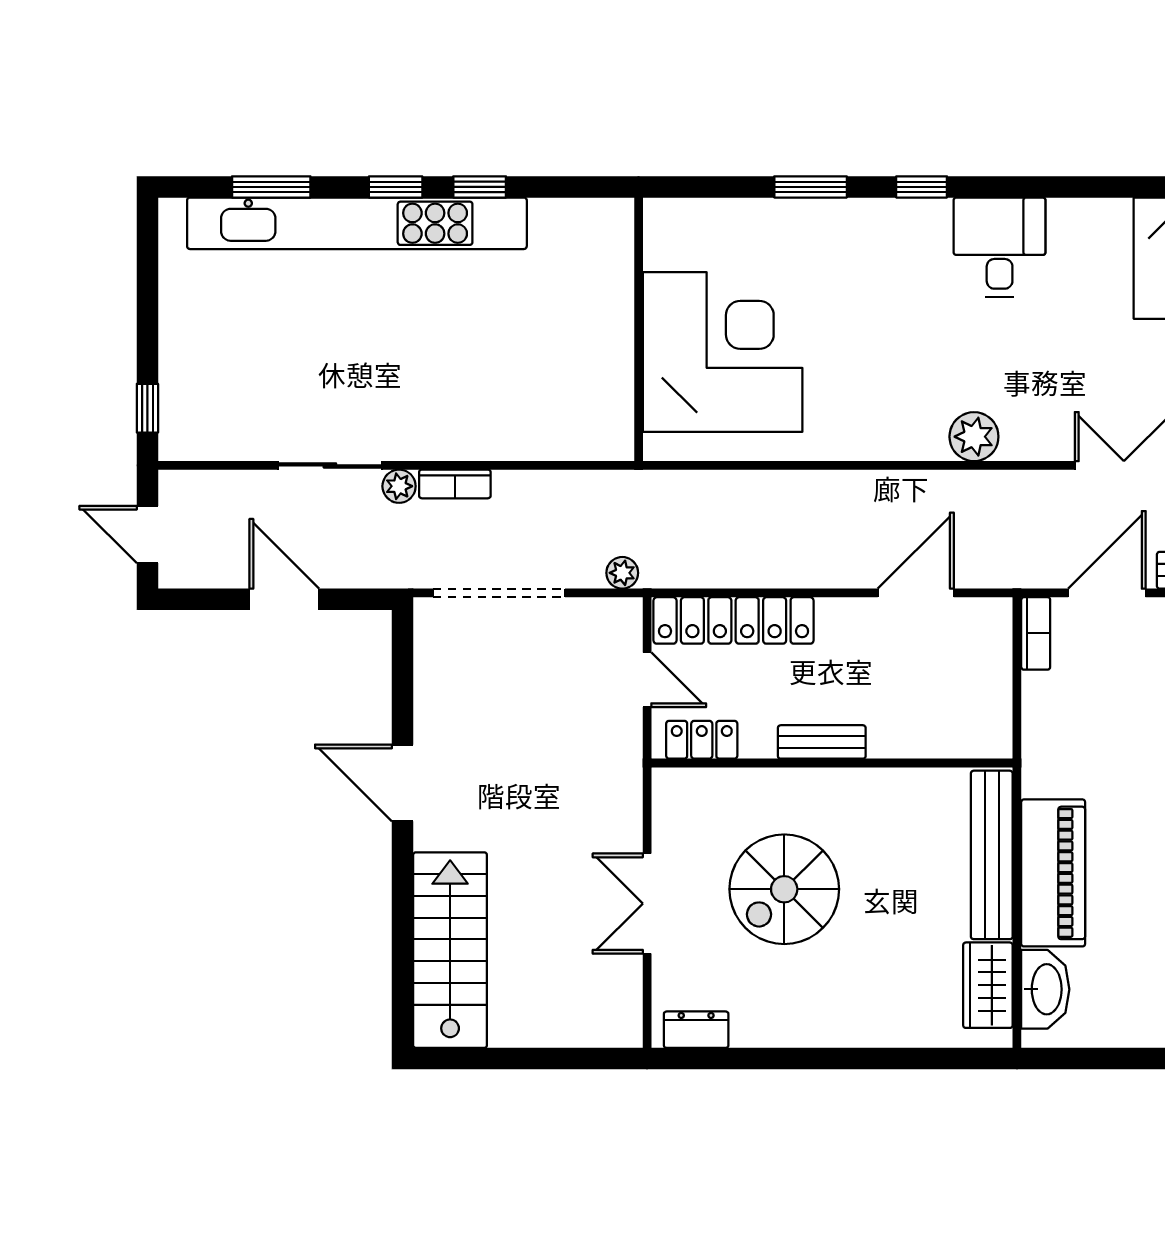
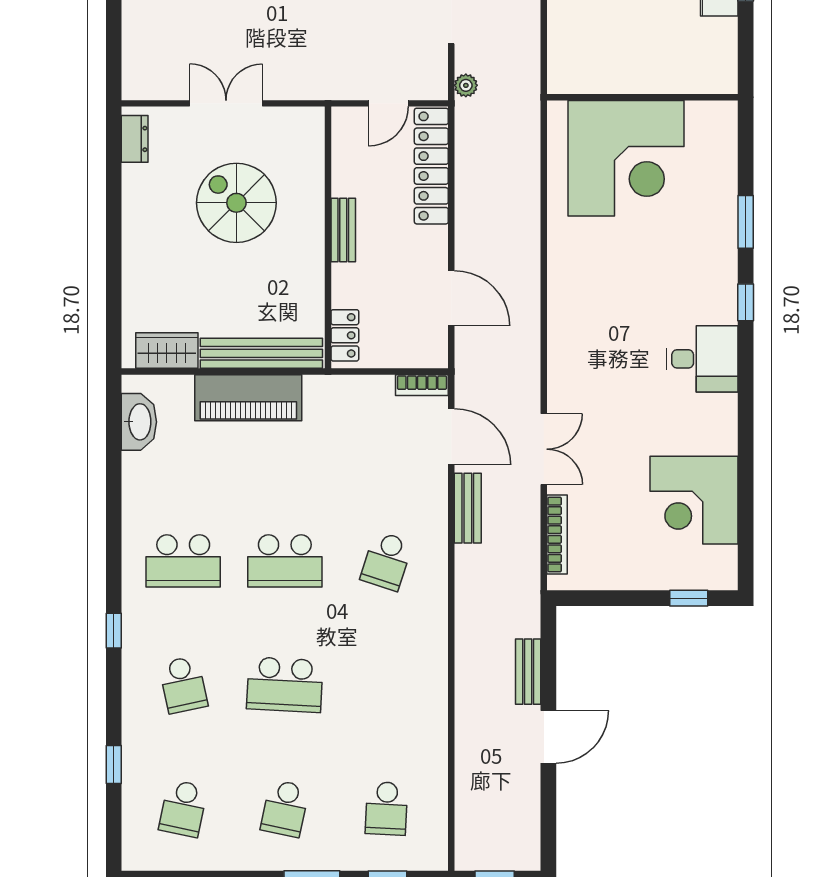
plant: (974, 437) -> (565, 340), removed
locker: (702, 740) -> (345, 335), moved
washbasin: (1045, 989) -> (139, 422), moved, turned -90

